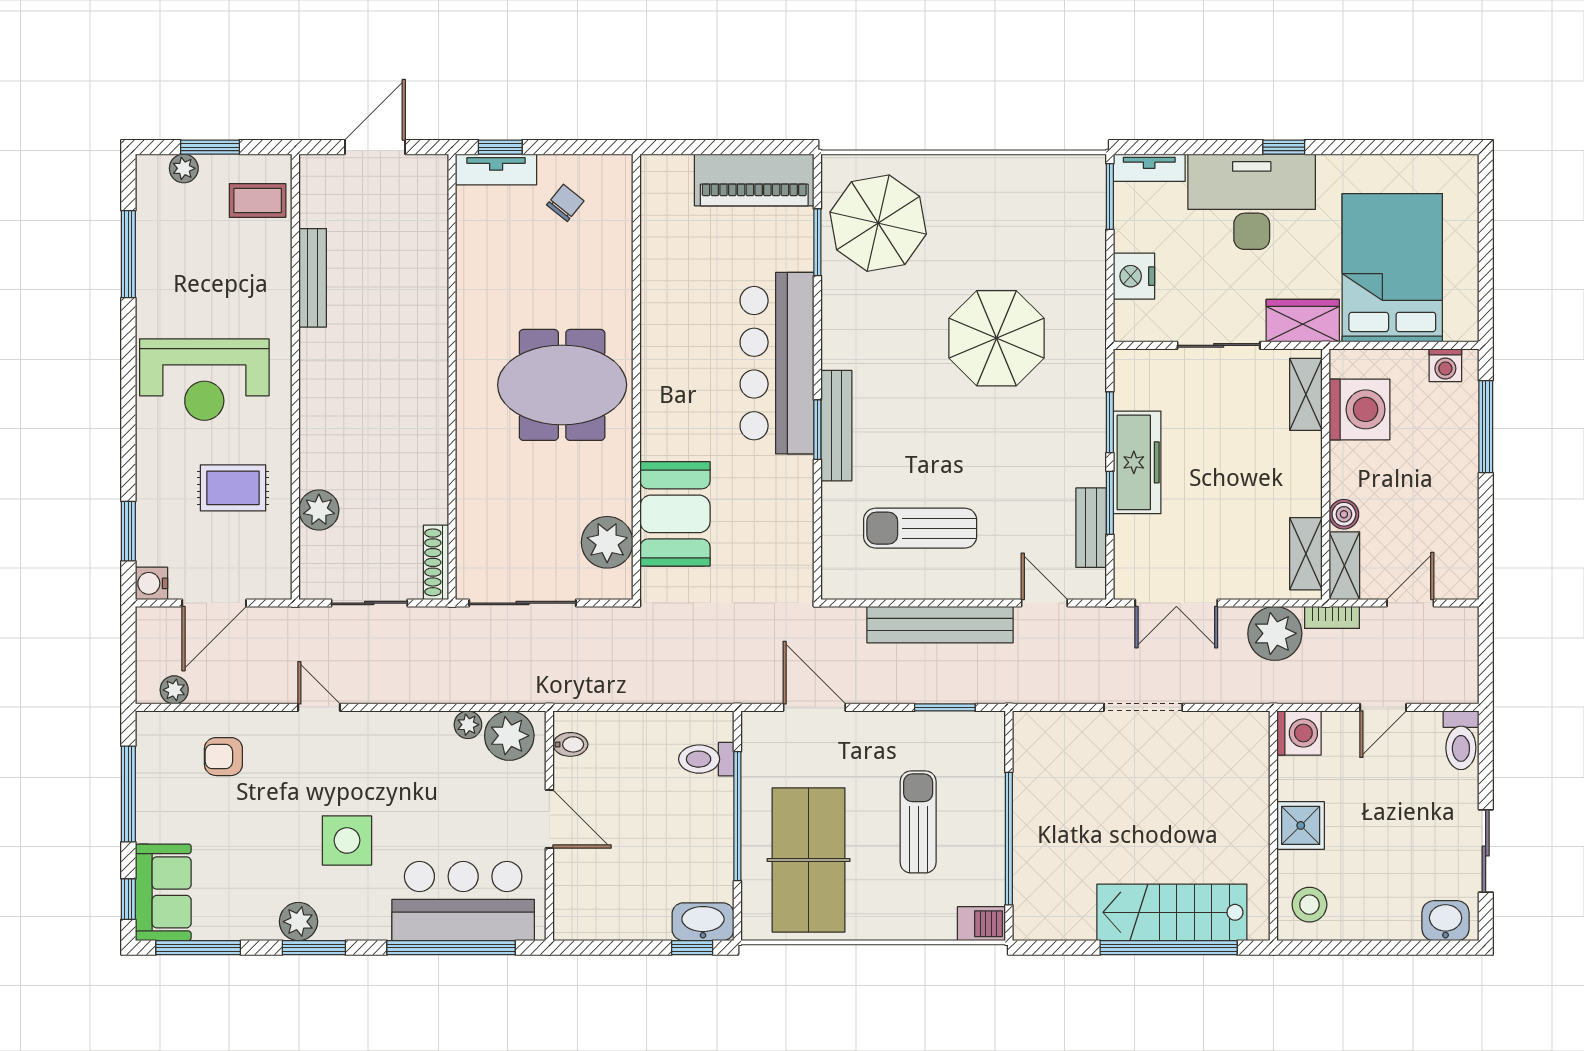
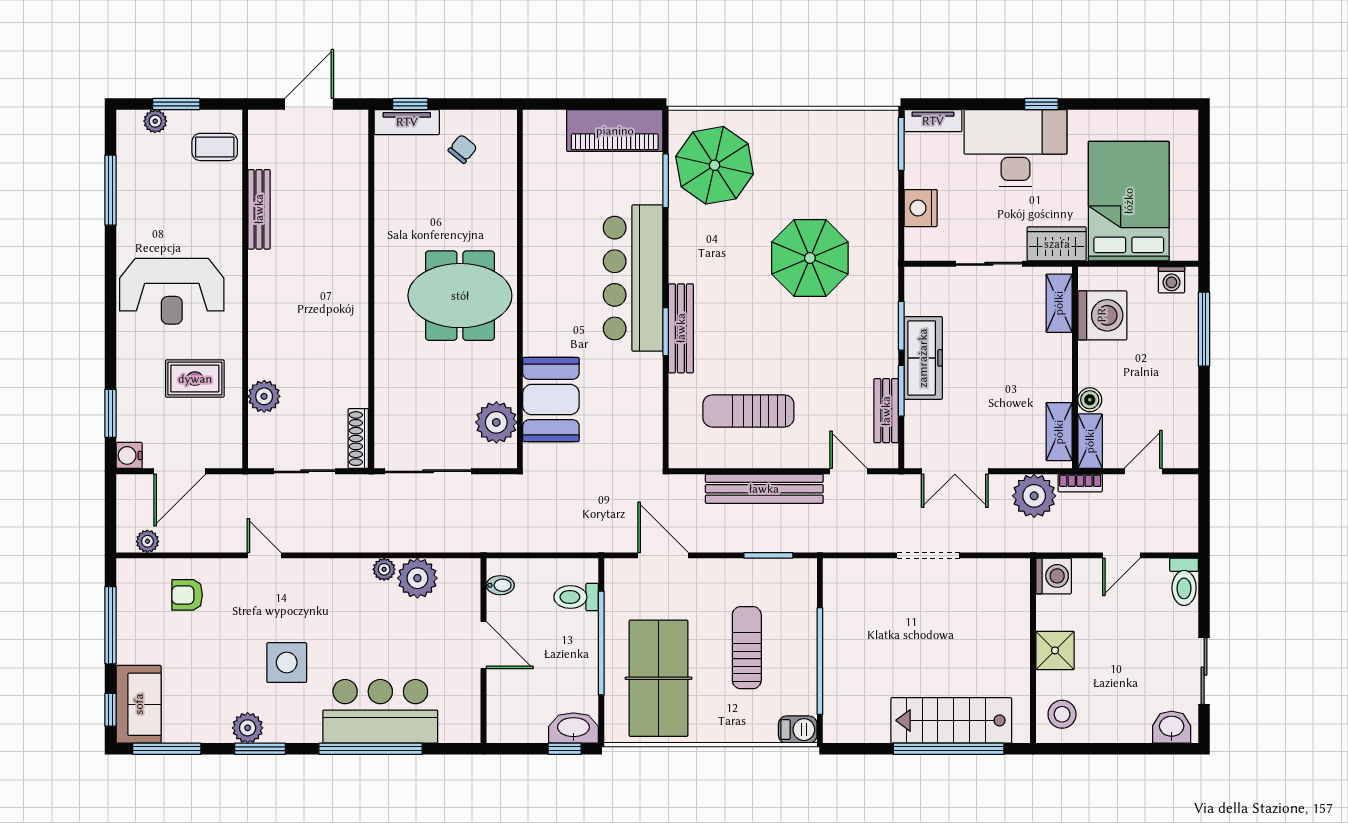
bidet: (570, 744) -> (500, 585), moved
door: (549, 819) -> (483, 645), moved
wall: (549, 826) -> (483, 651), moved

